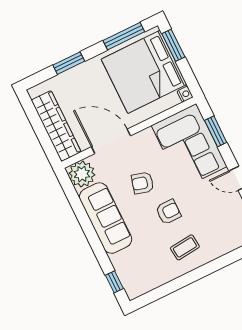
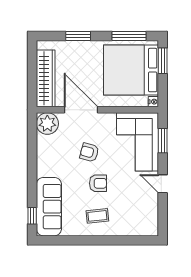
sofa: (106, 218) -> (49, 207), moved

